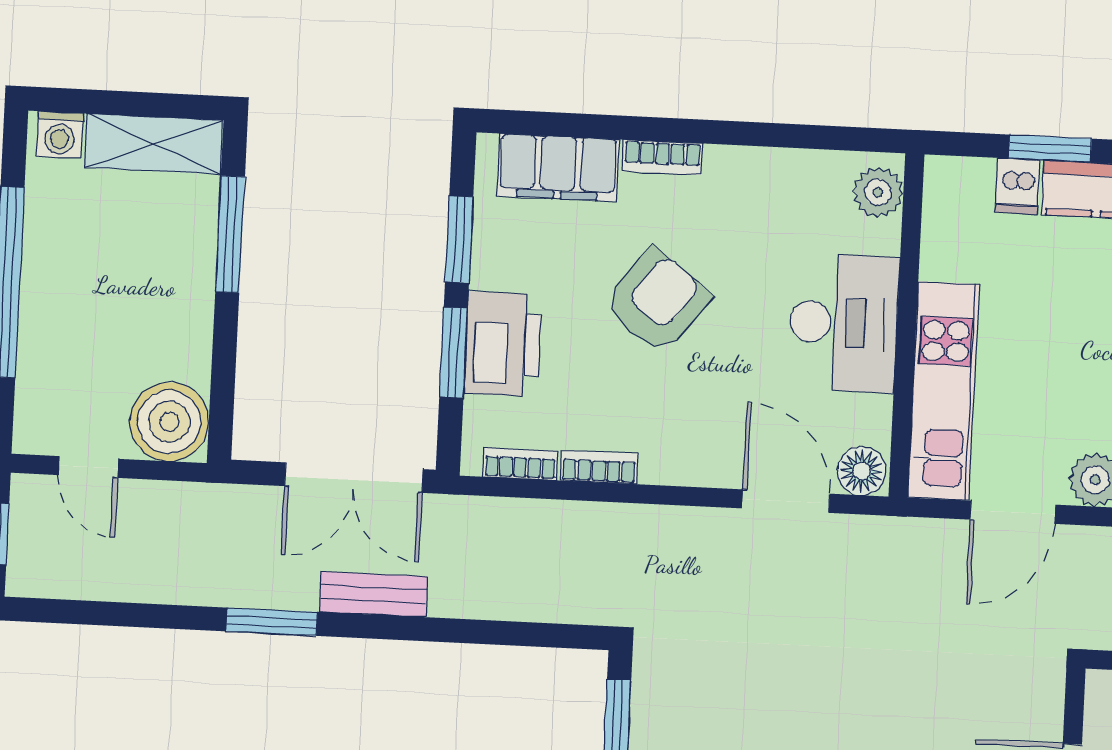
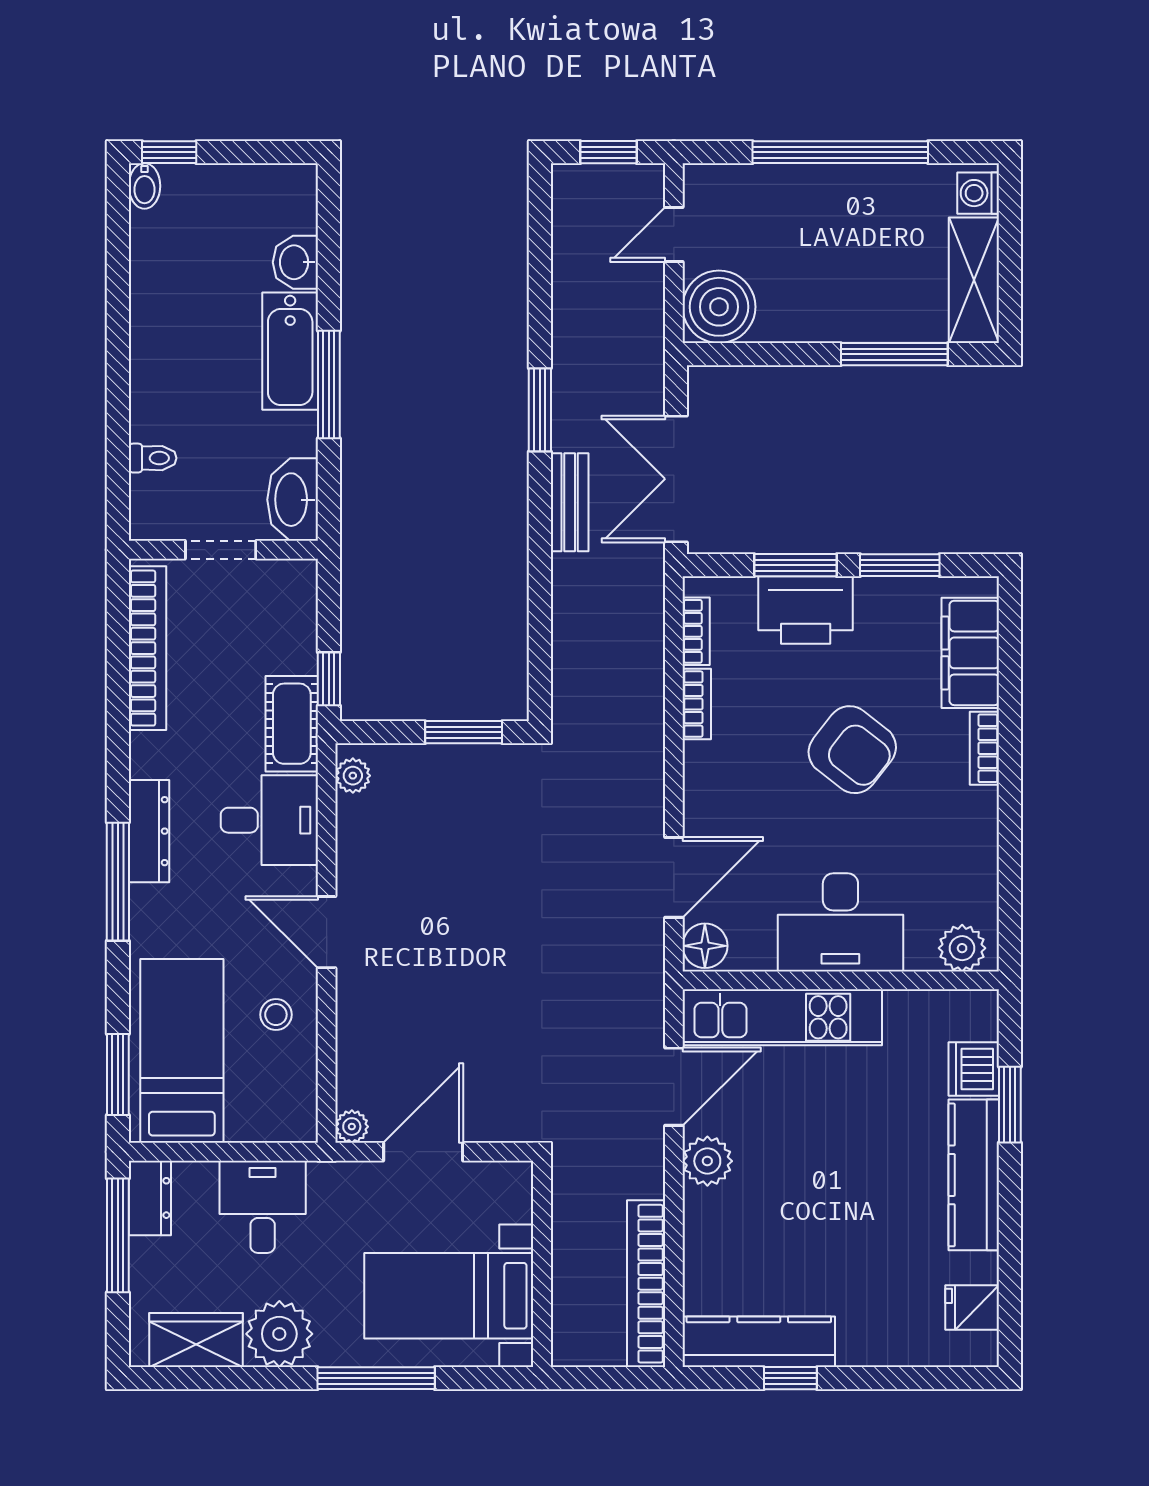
dishwasher: (1018, 186) -> (974, 1069), width x1.38
door: (1013, 512) -> (674, 1087), swing flipped

